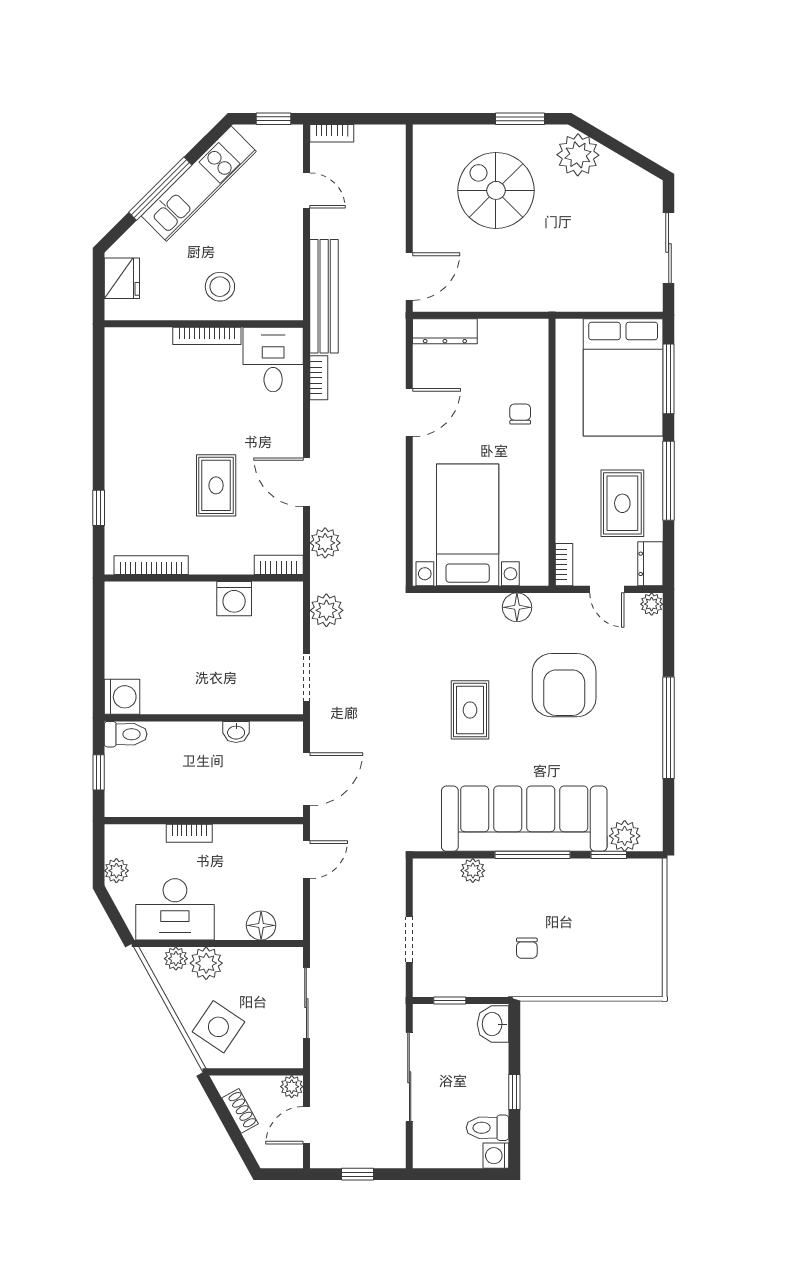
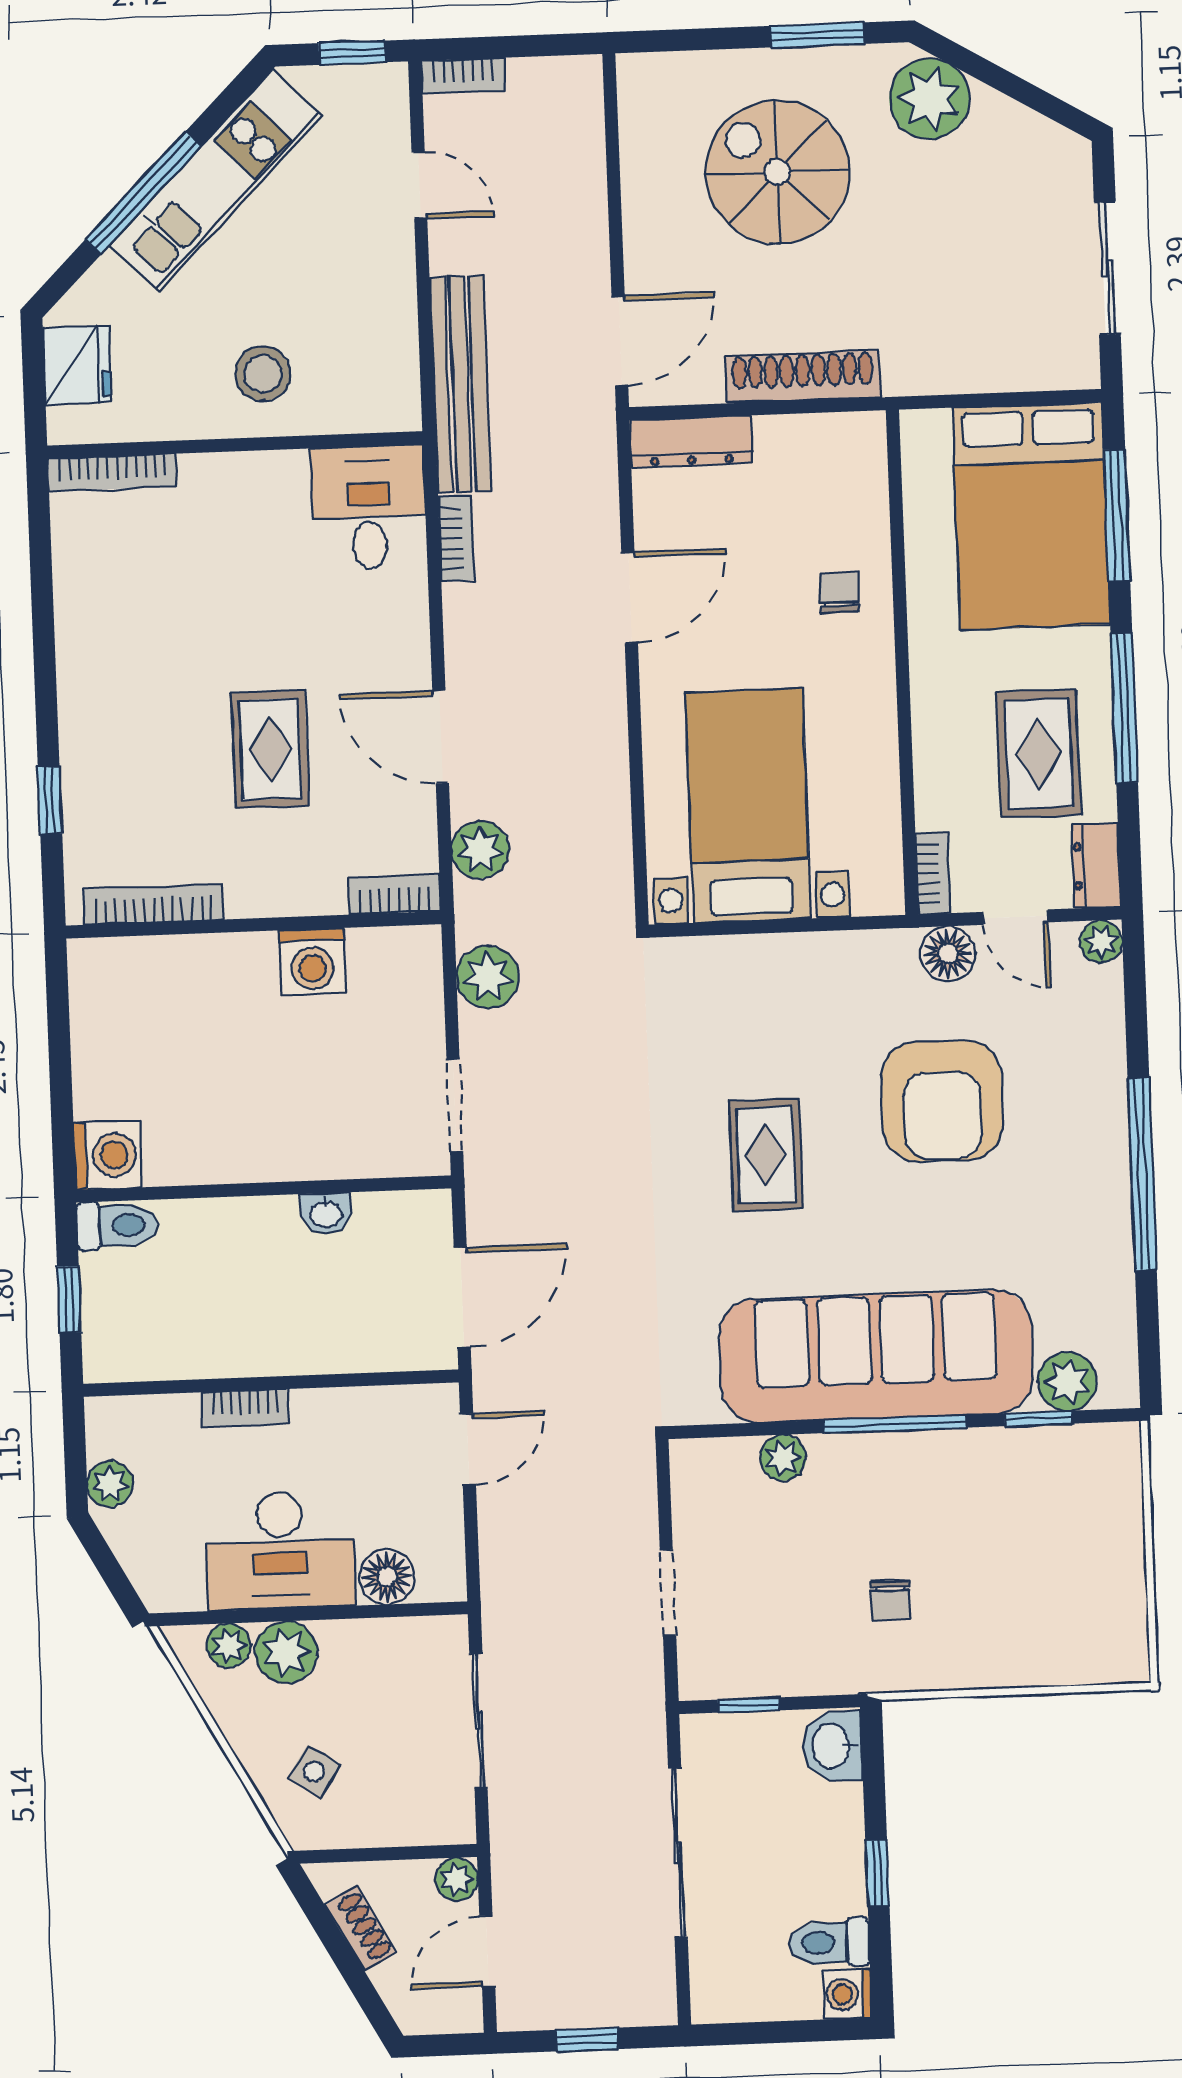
shoe rack: (505, 299) -> (803, 377), added
bookcase: (207, 336) -> (112, 473), moved
floor lamp: (517, 607) -> (948, 954), moved
desk: (175, 909) -> (280, 1550), moved
side table: (218, 1027) -> (314, 1771), width x0.54, depth x0.54

